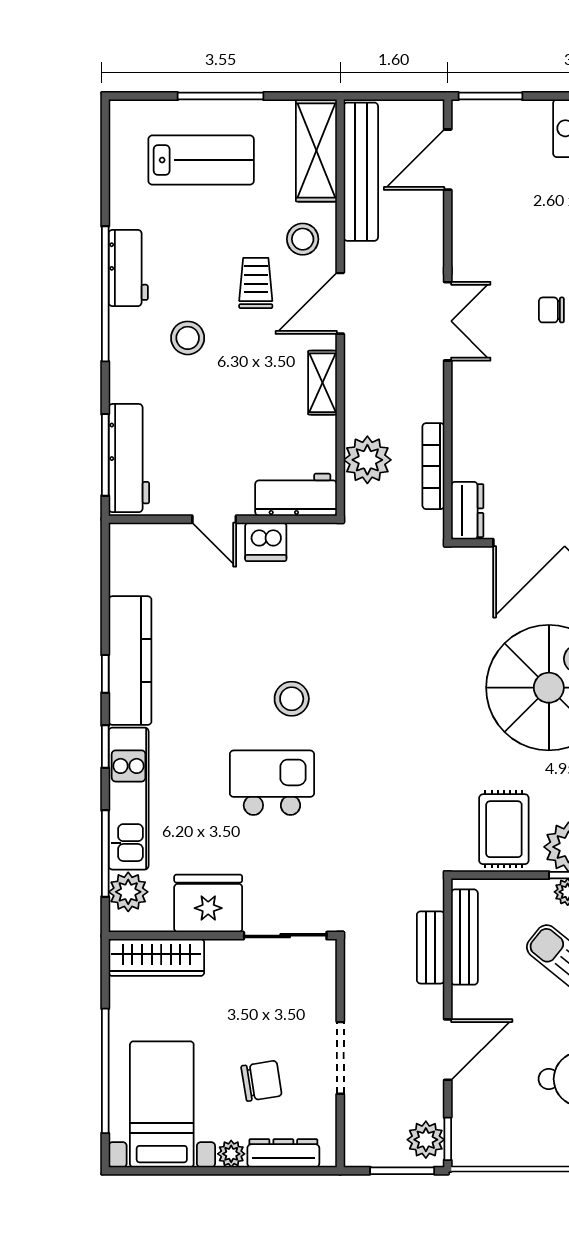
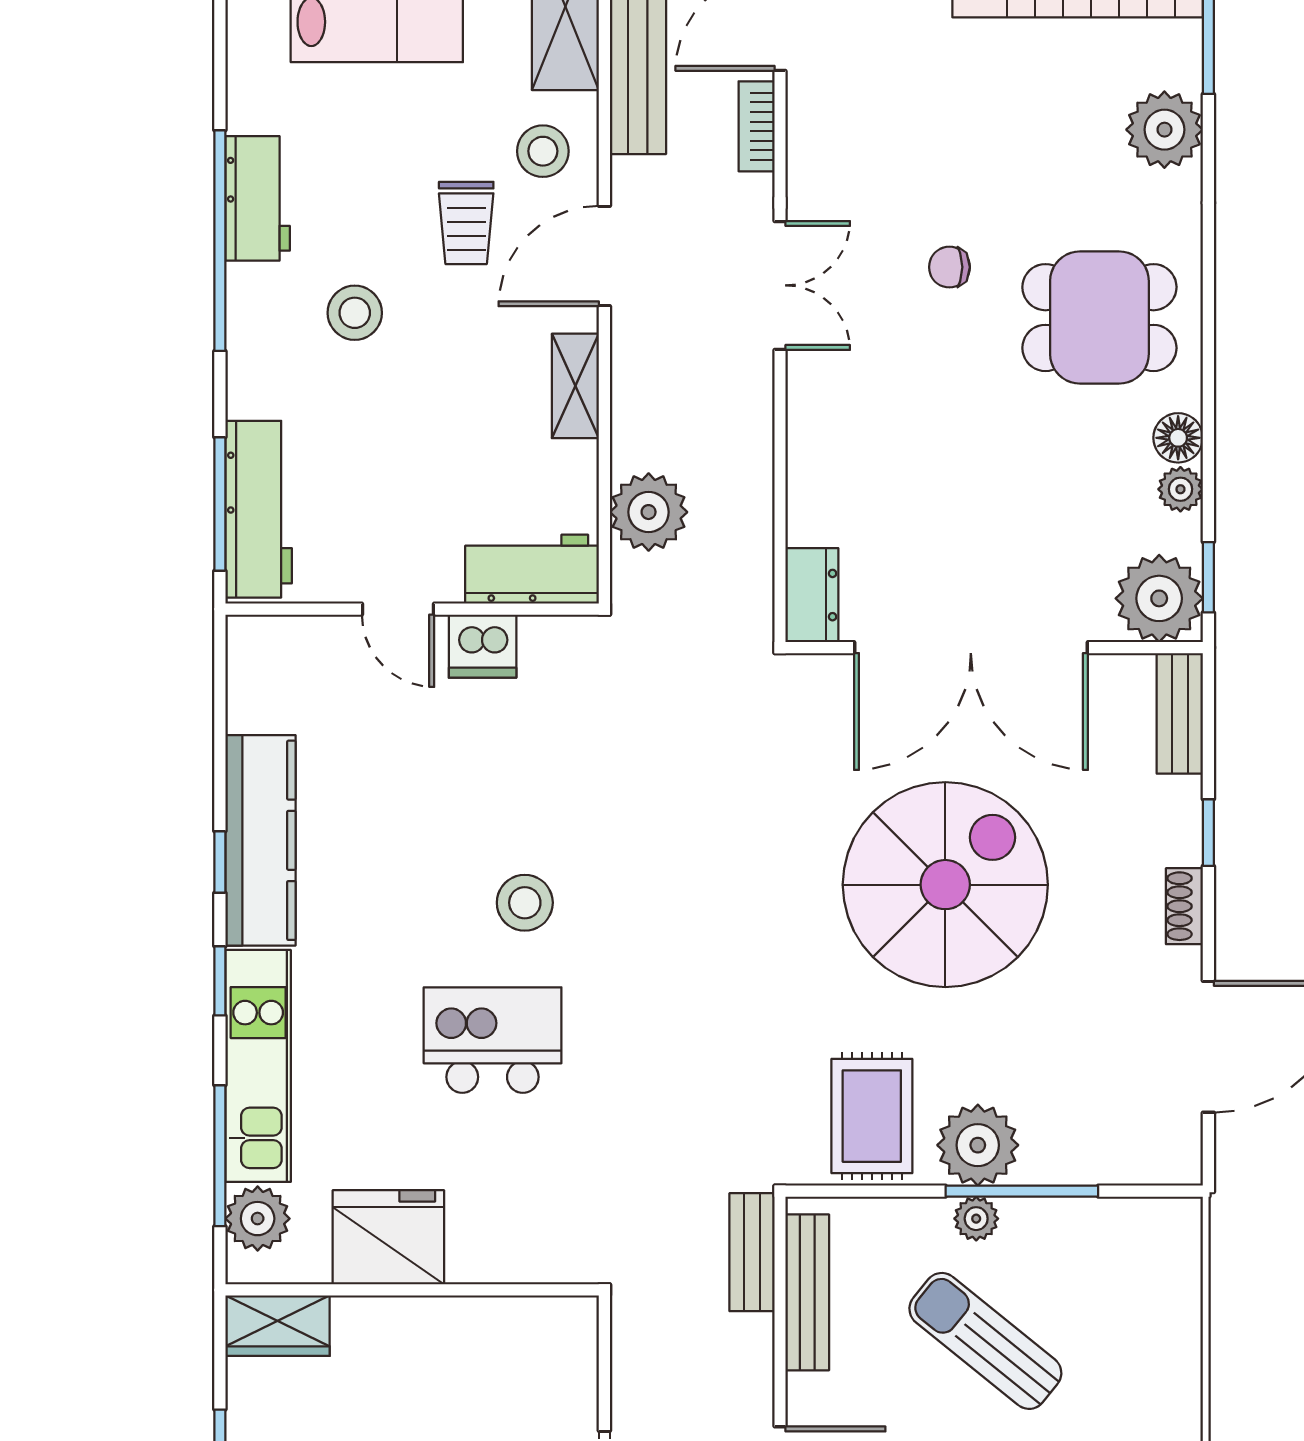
trolley: (256, 283) -> (466, 223), turned 180
bookcase: (433, 466) -> (757, 126), moved, width x0.64
sliding door: (285, 936) -> (514, 1290), removed
bench: (431, 947) -> (752, 1252), moved
wardrobe: (156, 957) -> (278, 1326), width x0.67

